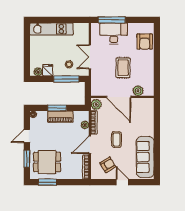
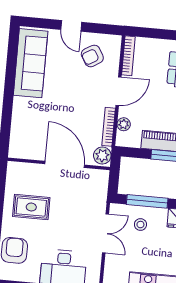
rug: (123, 68) -> (31, 207), moved, turned 90
plant: (138, 91) -> (32, 172), removed
coffee table: (117, 140) -> (75, 96), removed

